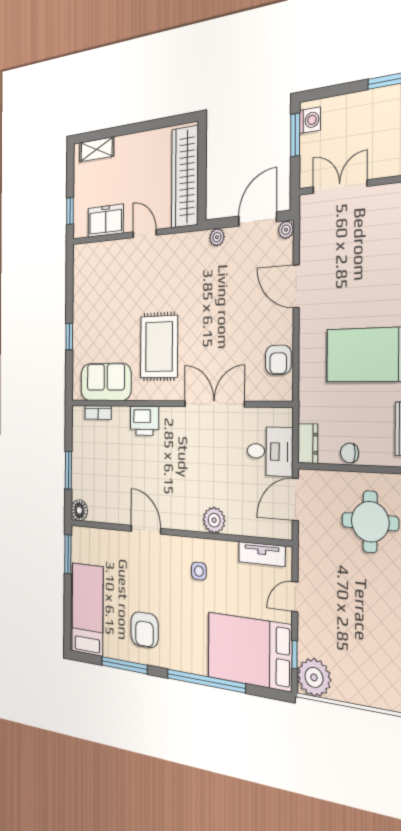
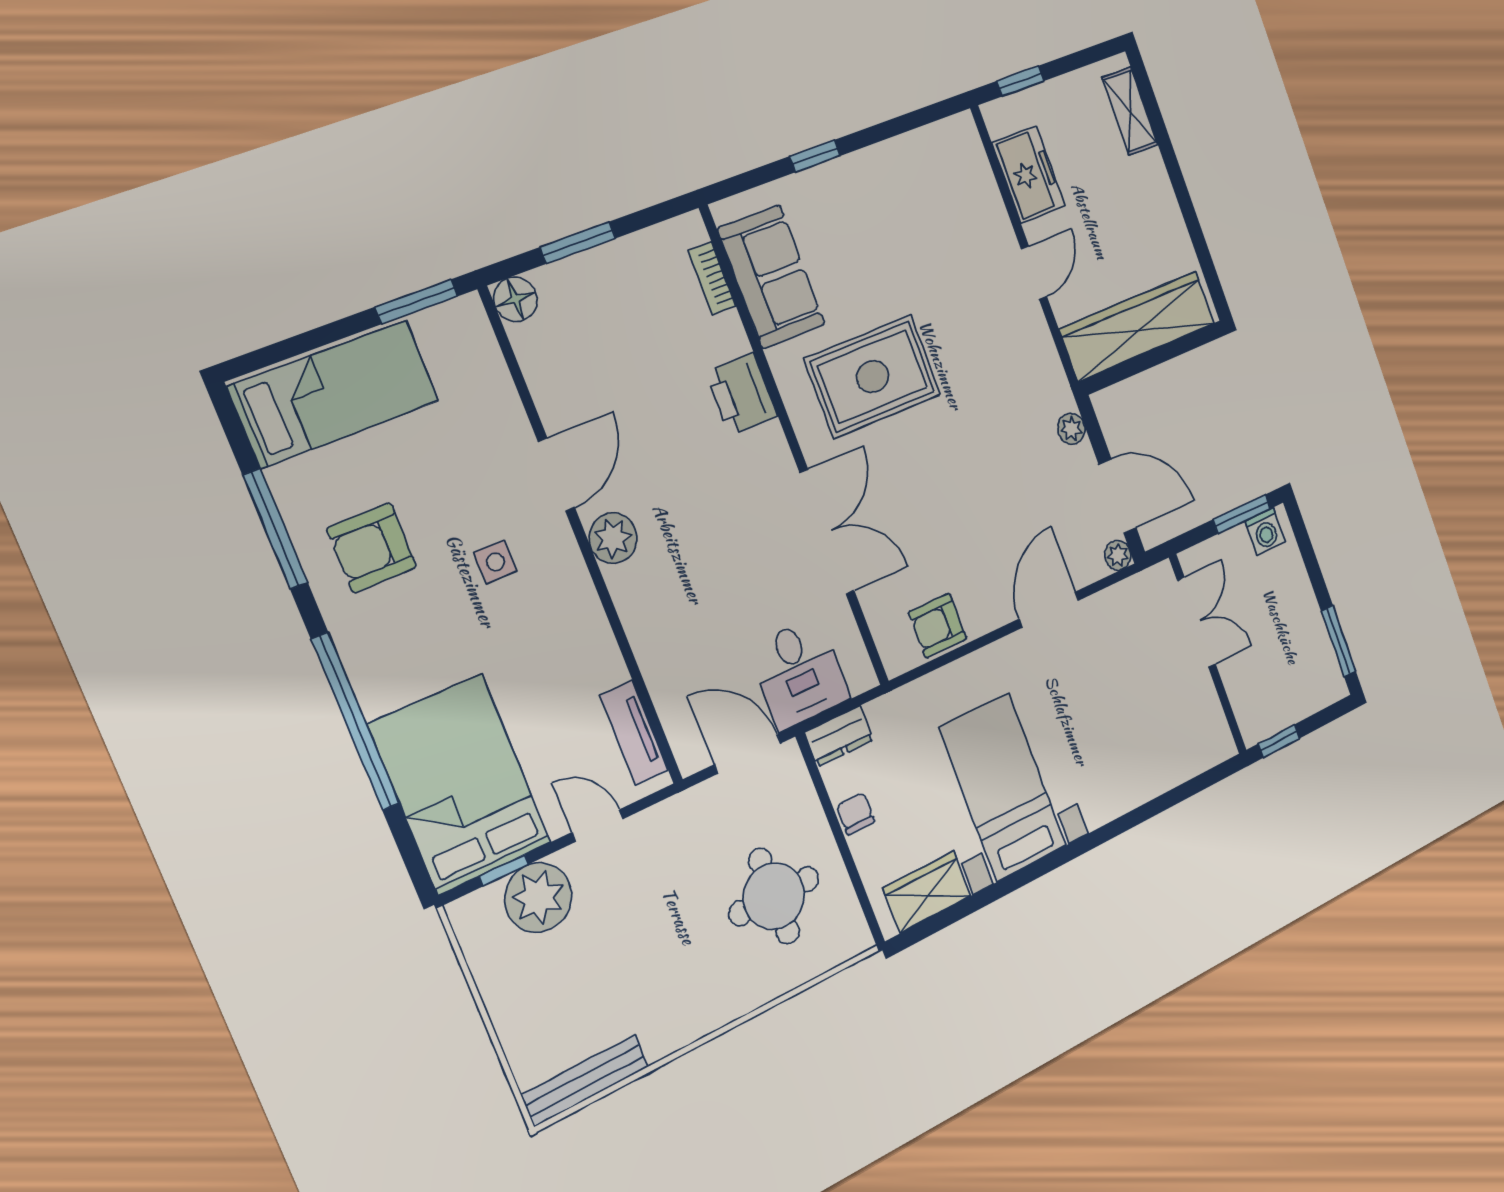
plant: (214, 520) -> (613, 538), moved
side table: (199, 571) -> (496, 562), moved
plant: (314, 677) -> (538, 897), moved

